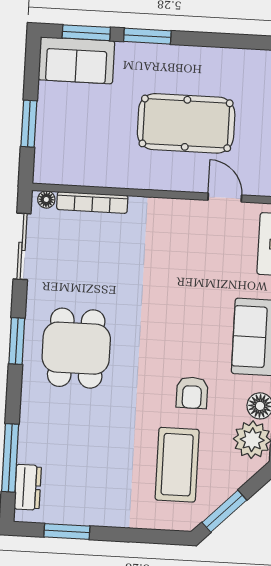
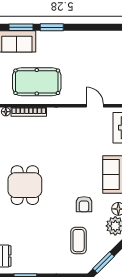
pool table: (186, 123) -> (37, 82), moved
coffee table: (177, 465) -> (79, 241), width x0.73, depth x0.76

